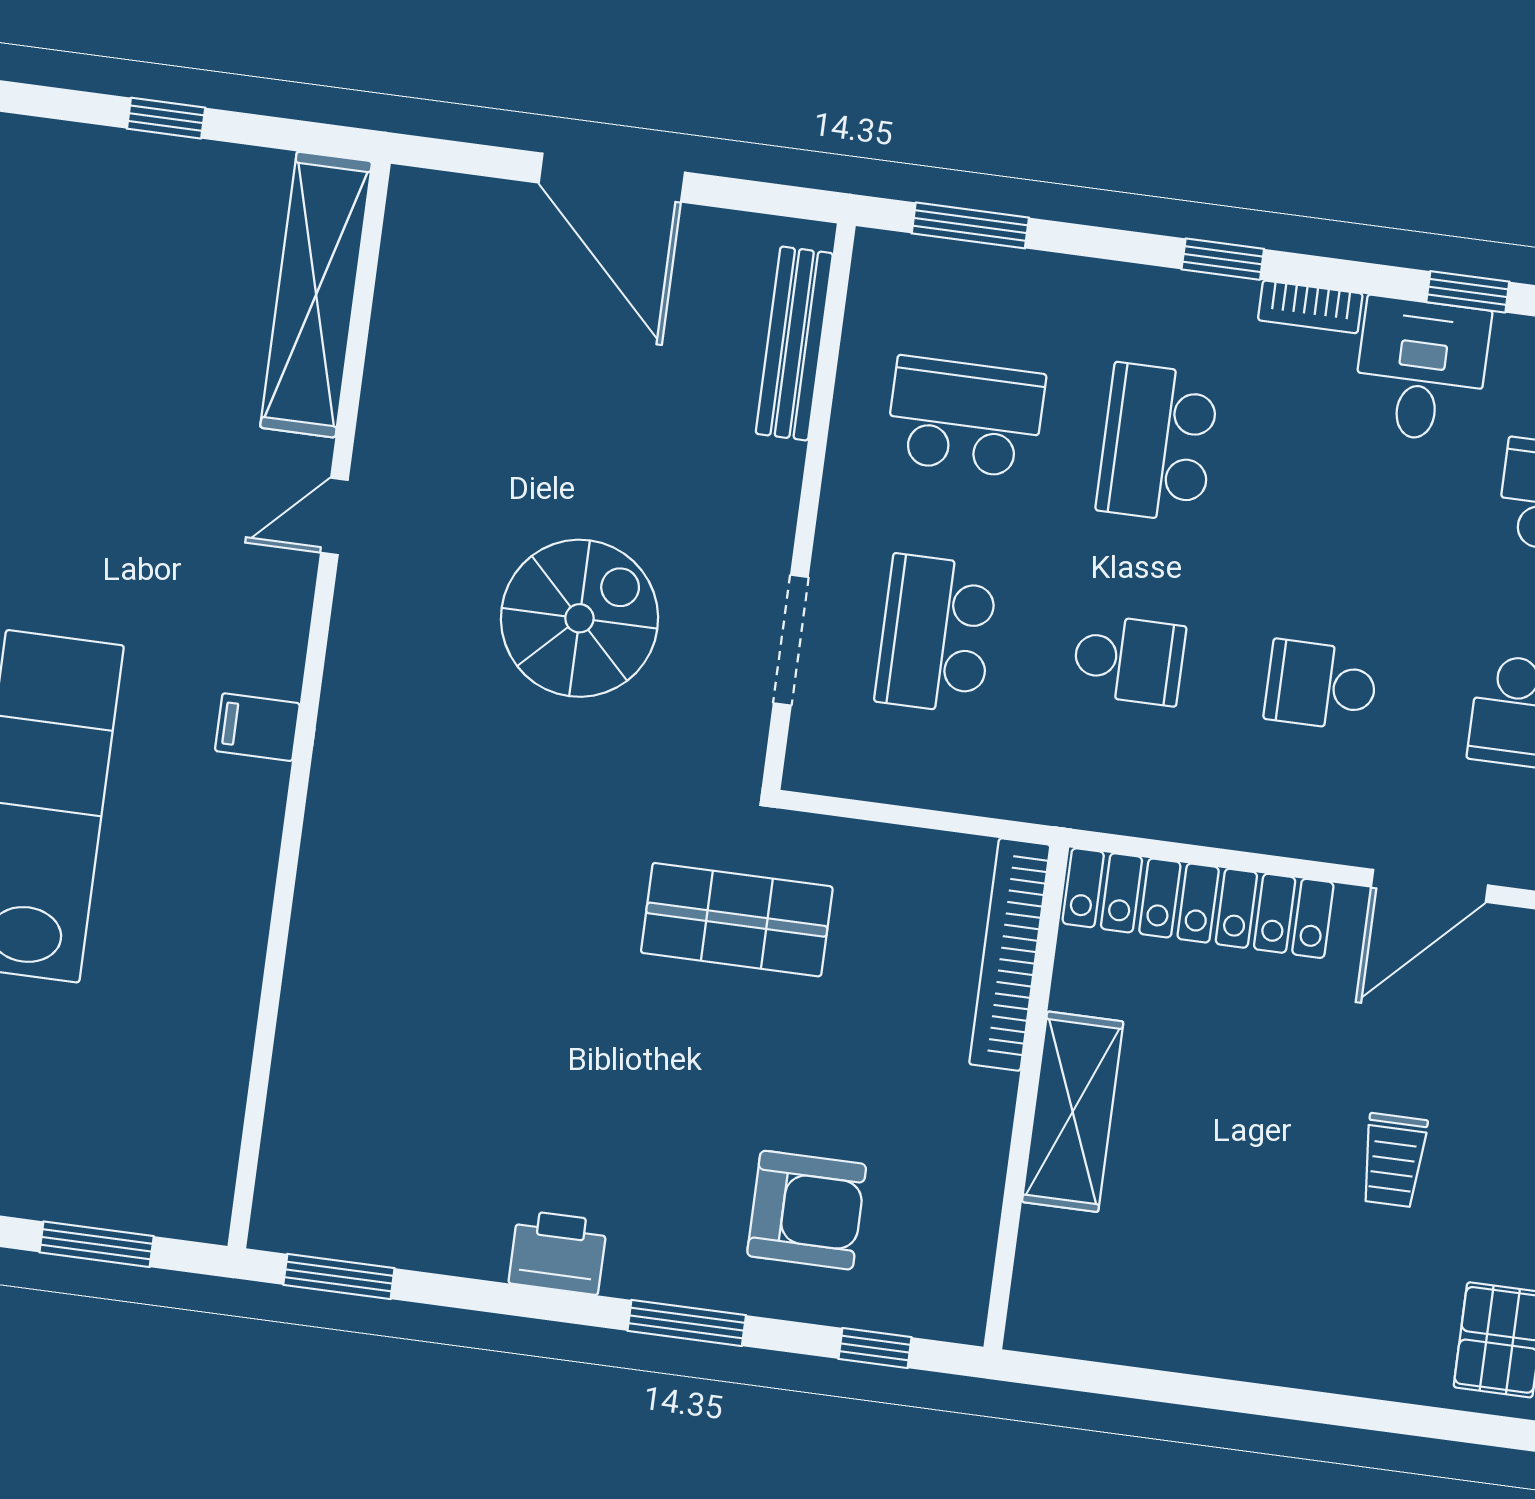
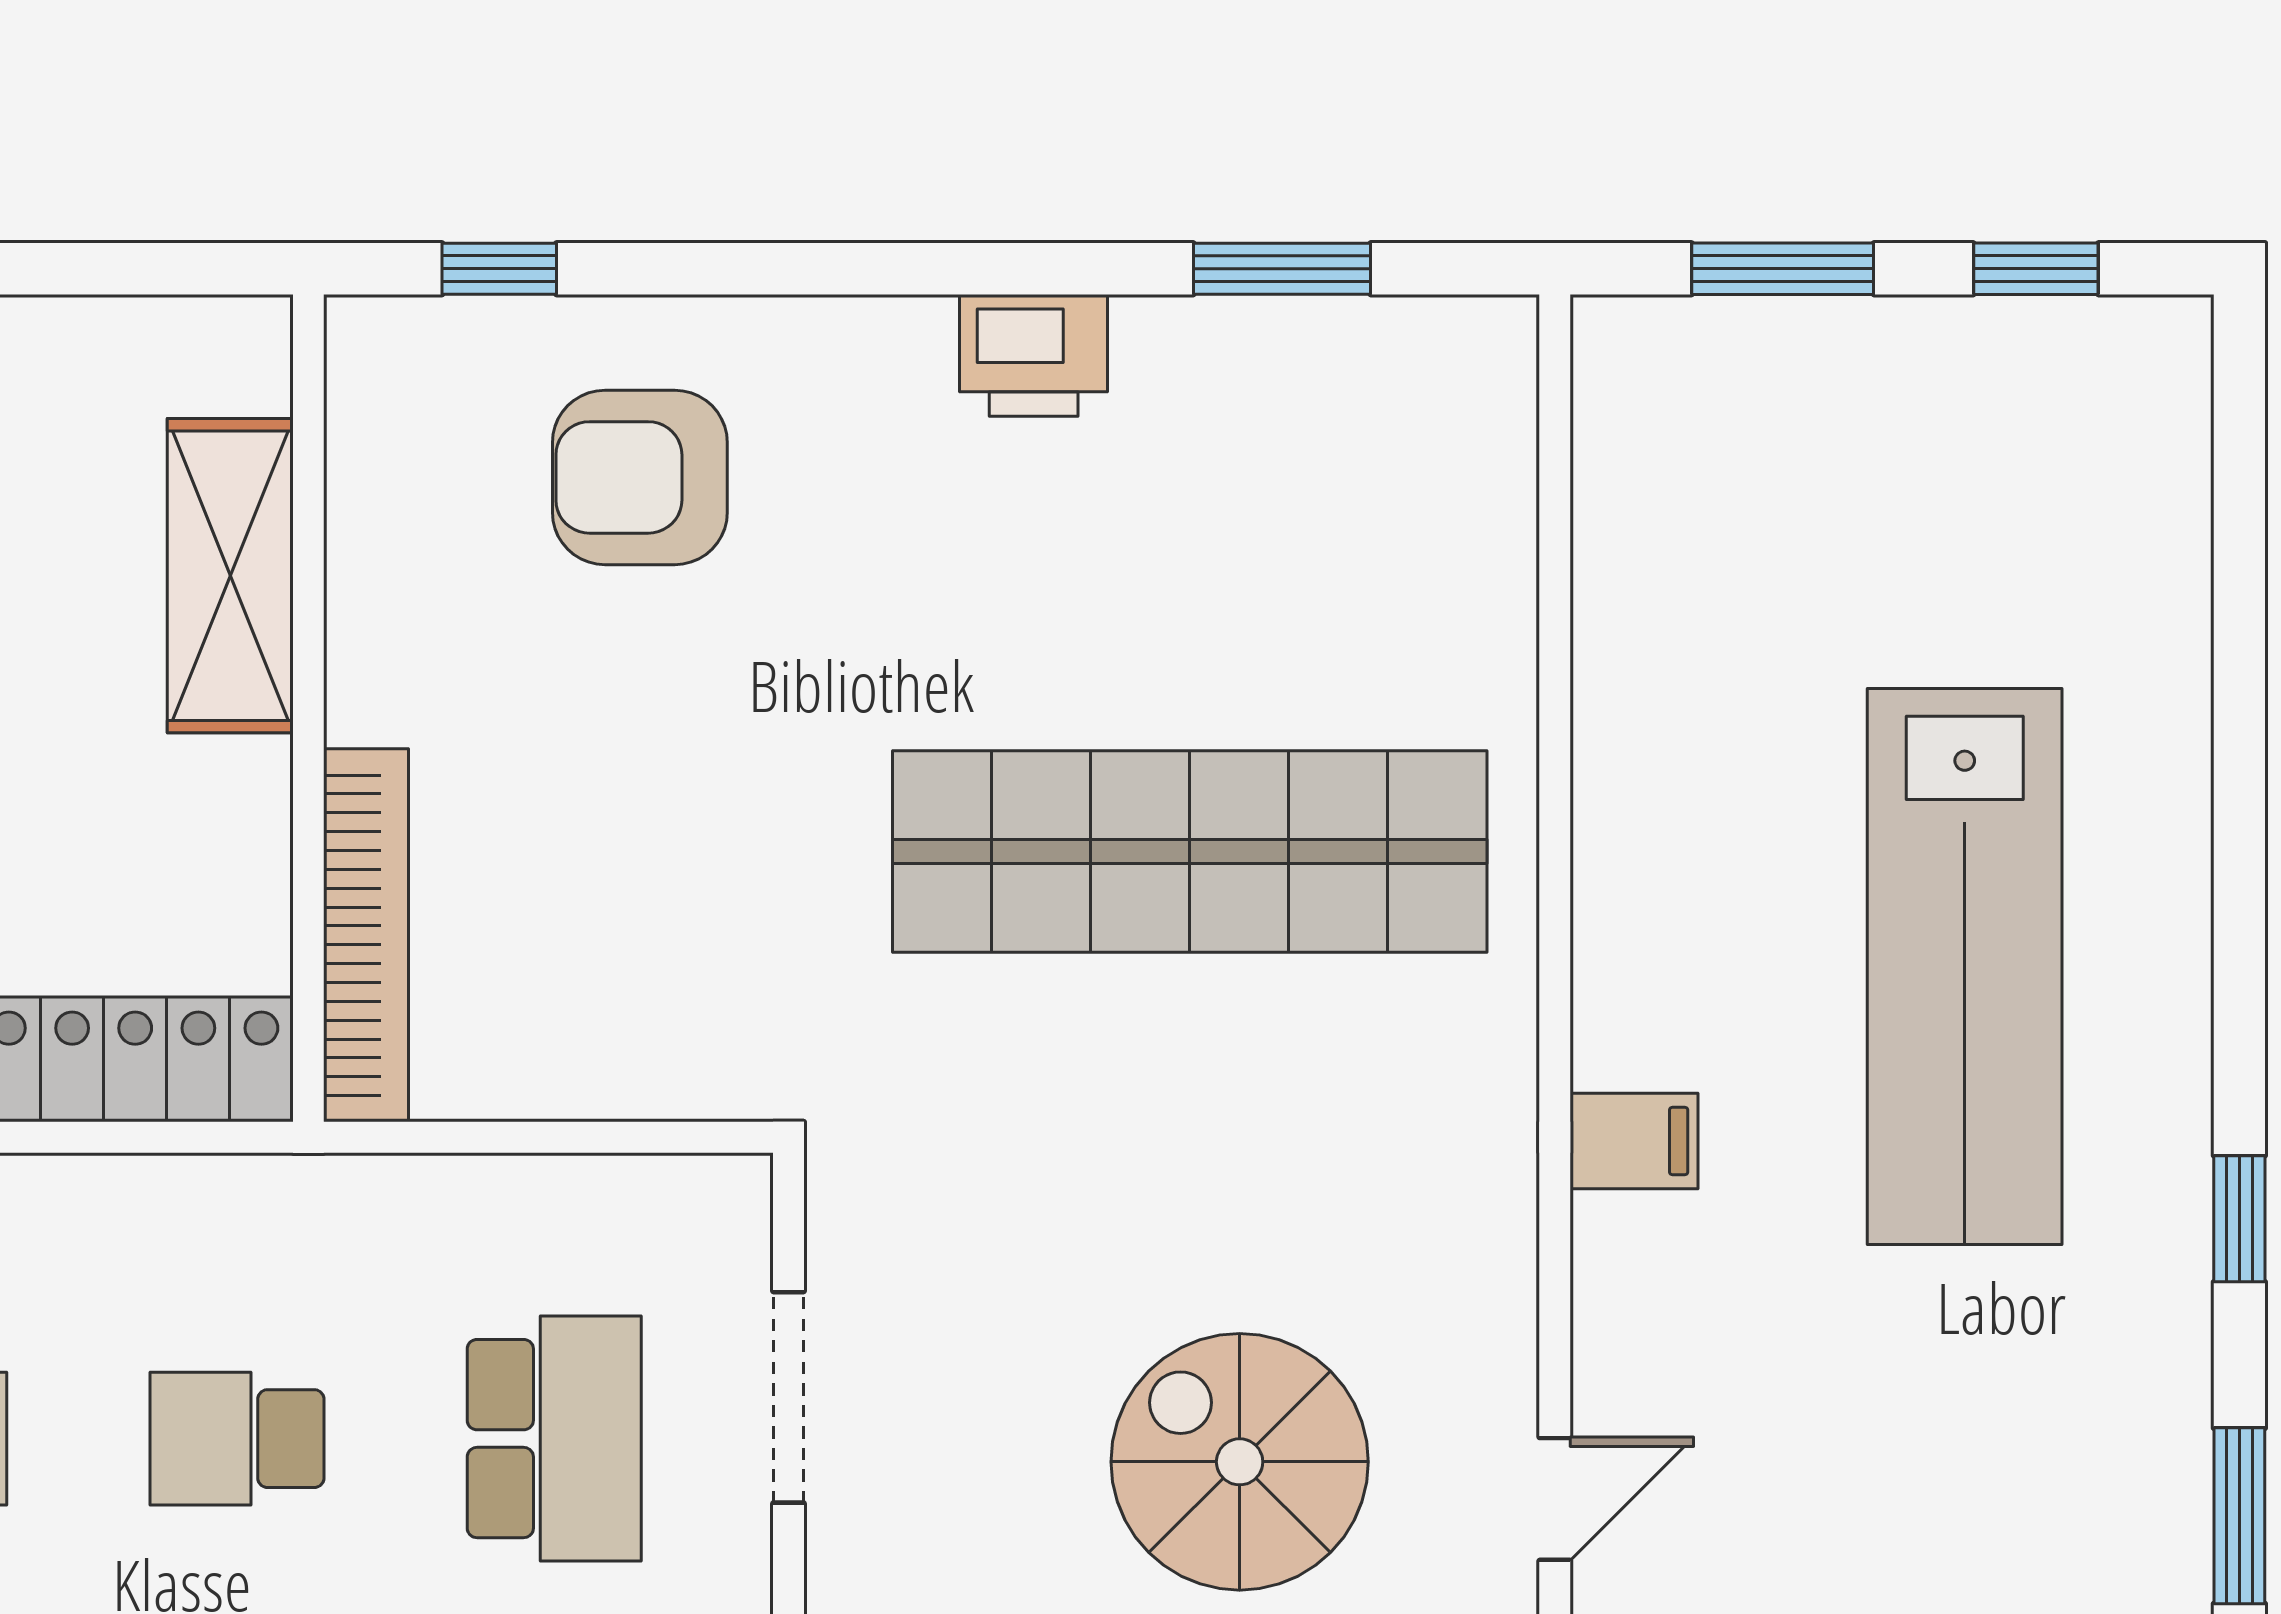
spiral stairs: (579, 618) -> (1240, 1462), moved, turned 90
shop shelf: (737, 920) -> (1190, 852), moved, width x2.00, depth x1.36
shelving: (1073, 1112) -> (230, 576), moved
window: (339, 1277) -> (1282, 269), moved
window: (687, 1323) -> (810, 269), removed

